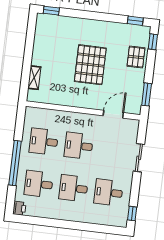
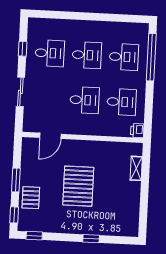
window: (51, 11) -> (91, 239), moved
window: (147, 94) -> (16, 180), moved
window: (15, 163) -> (151, 57), moved
printer: (19, 208) -> (137, 131), moved
window: (132, 214) -> (23, 49), moved

